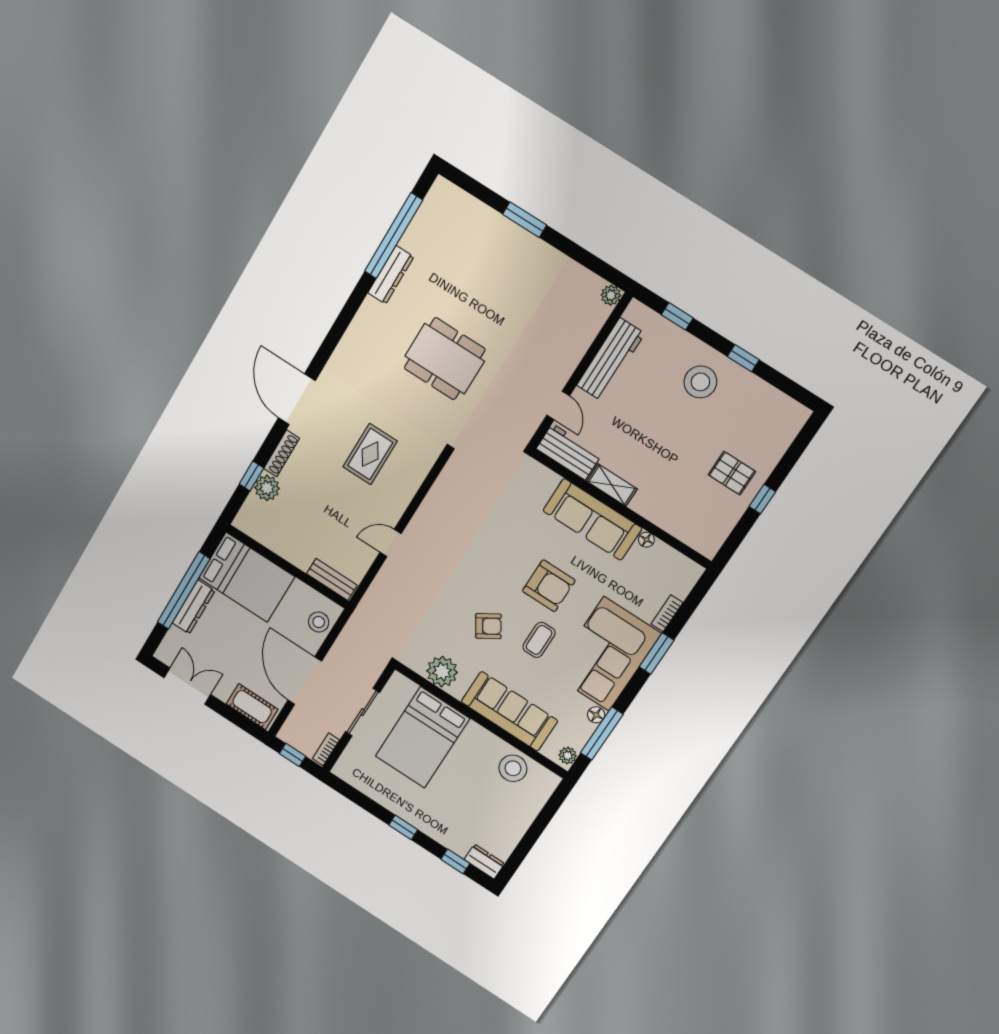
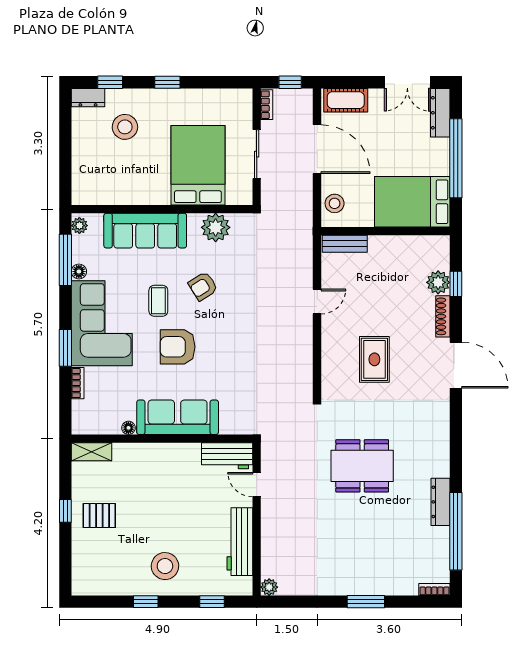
bookcase: (450, 190) -> (434, 589), added
shelving: (612, 485) -> (92, 452), moved
dresser: (194, 607) -> (440, 113), moved
stool: (513, 768) -> (125, 127), moved

